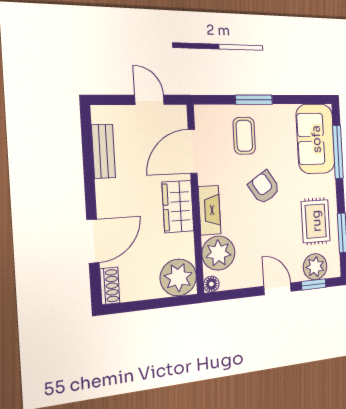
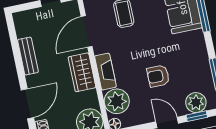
bench: (103, 151) -> (28, 56), moved
armchair: (264, 187) -> (158, 76), moved, turned -57
rug: (316, 221) -> (191, 68), removed

